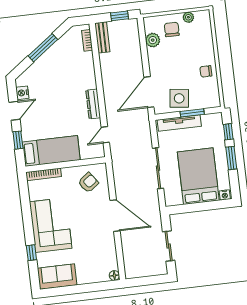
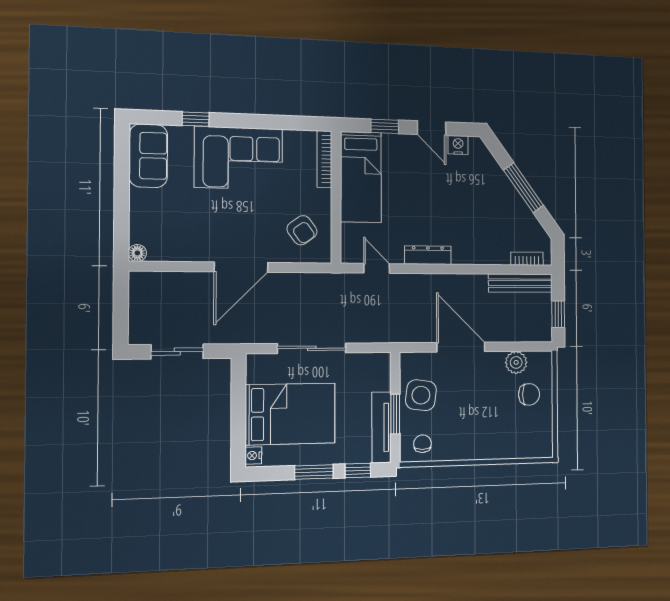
plant: (188, 17) -> (545, 423), removed
bench: (102, 37) -> (520, 283), width x1.36
chair: (206, 71) -> (422, 444), moved
door: (149, 92) -> (461, 347), moved
tv unit: (179, 123) -> (381, 427), moved

